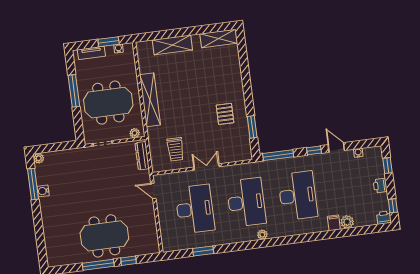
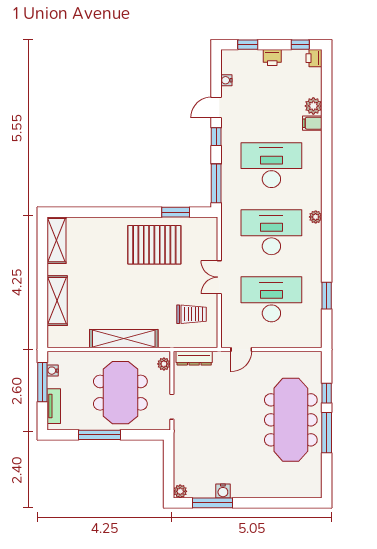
window: (109, 42) -> (42, 382), width x1.44
pallet: (225, 114) -> (154, 245), width x2.05, depth x2.00
meeting table: (104, 236) -> (291, 420), width x1.36

